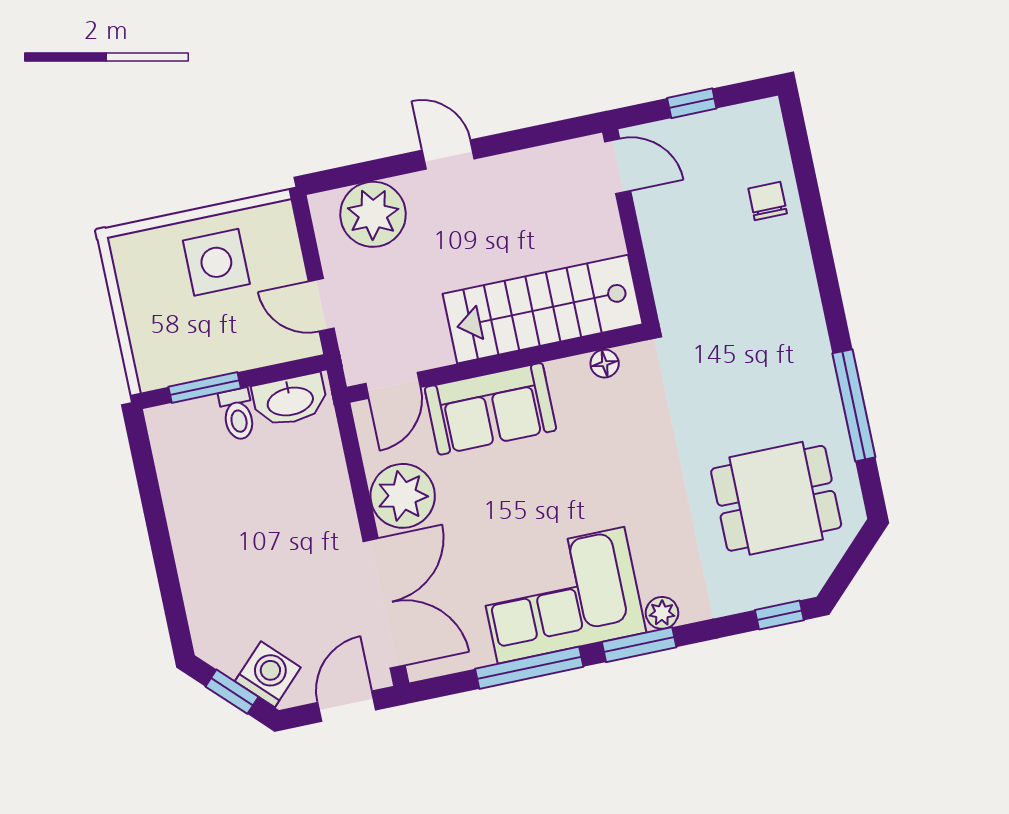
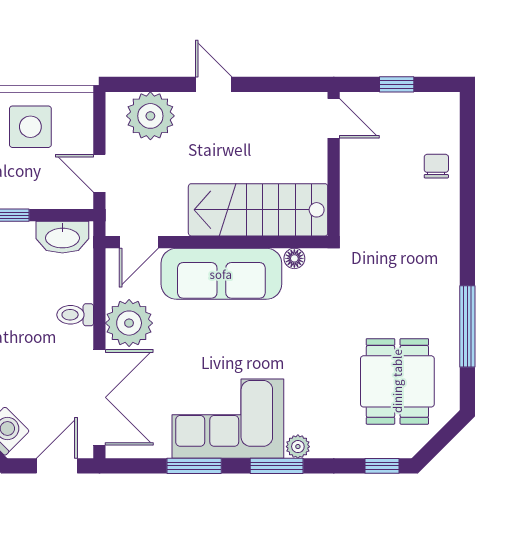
sofa: (490, 409) -> (221, 274), width x1.36
toilet: (238, 414) -> (75, 315), moved, turned 90
dining table: (776, 498) -> (397, 381), turned 90
window: (529, 668) -> (194, 466), width x0.69

